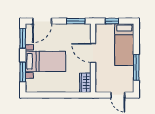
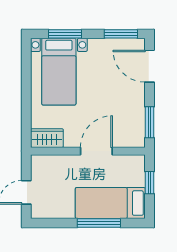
bed with nightstands: (45, 61) -> (59, 72), moved
window: (136, 67) -> (99, 223), moved

